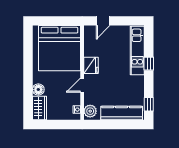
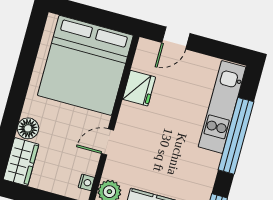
window: (149, 64) -> (236, 136), width x3.17
fridge: (91, 65) -> (139, 88), moved

